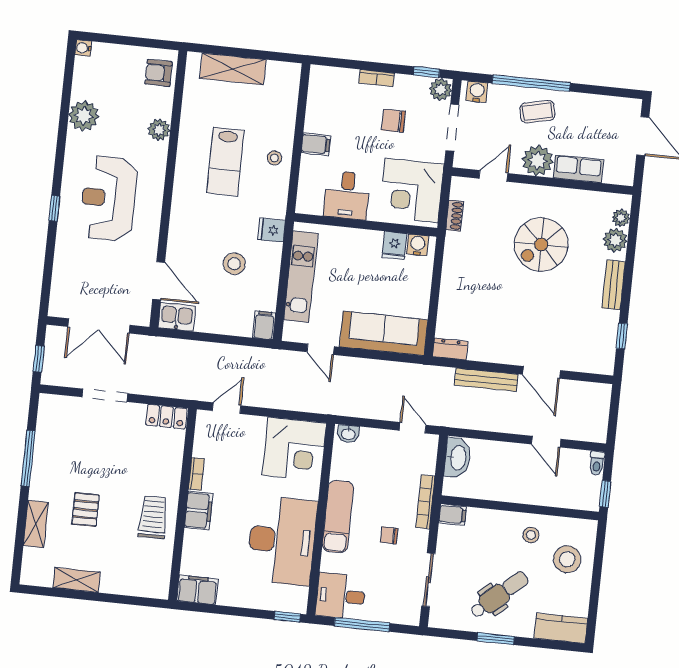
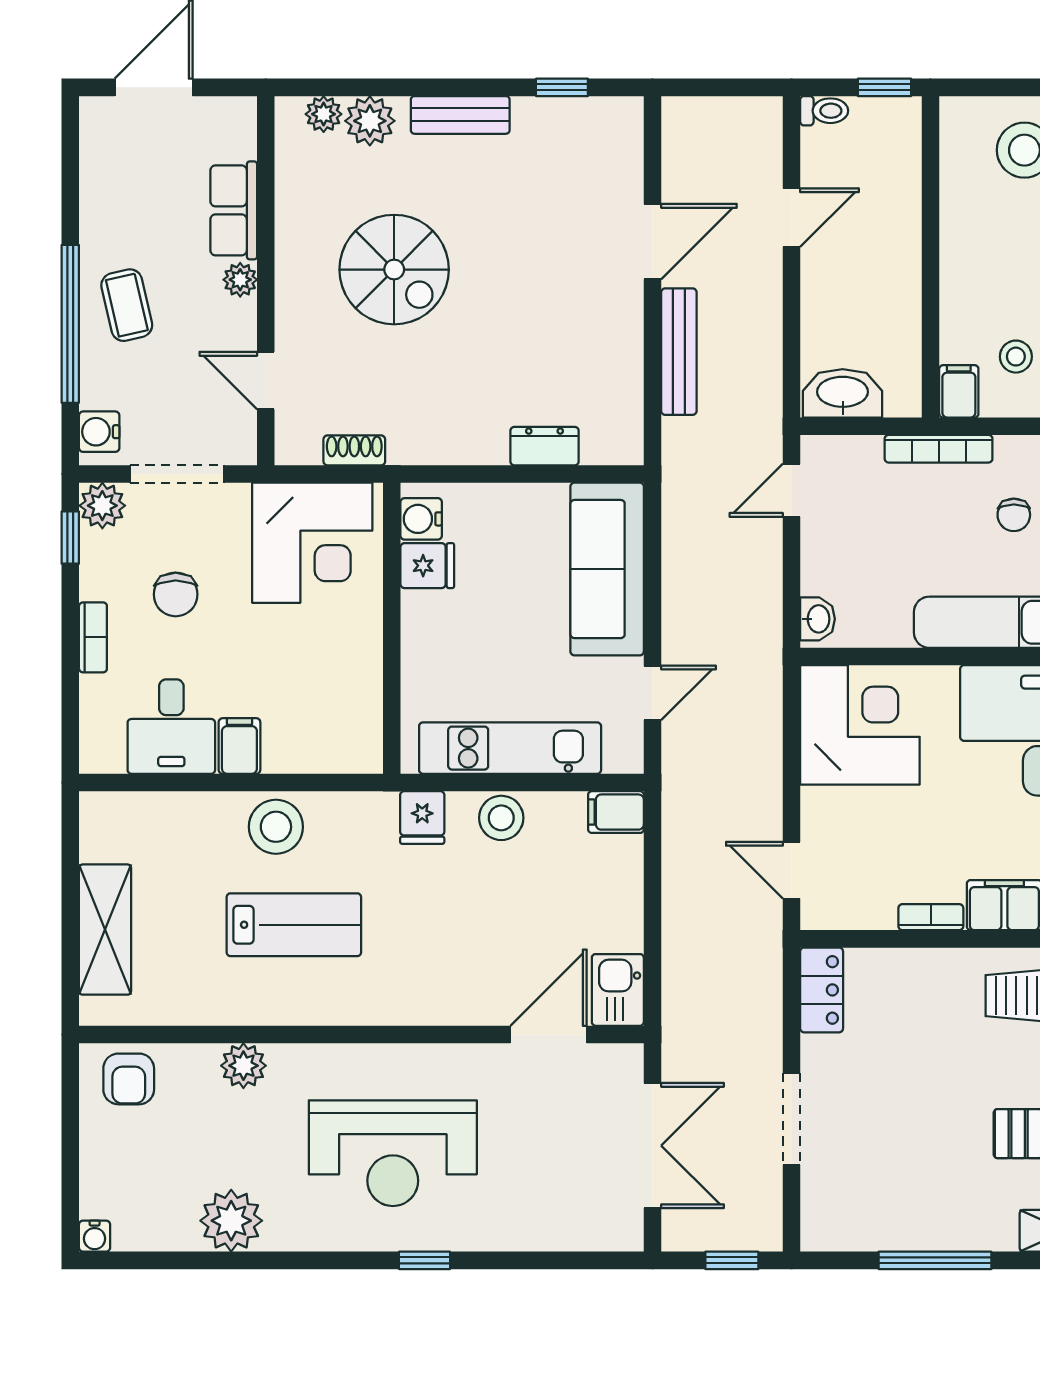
stool: (274, 158) -> (276, 827), width x1.89, depth x1.89
plant: (538, 161) -> (240, 280), width x0.53, depth x0.53
desk: (347, 195) -> (171, 727), moved, turned 90
stool: (234, 264) -> (501, 818), moved
dresser: (450, 349) -> (545, 446), moved, turned 90
stool: (531, 535) -> (1016, 357), moved

